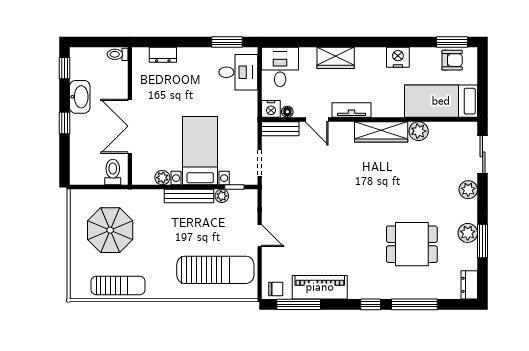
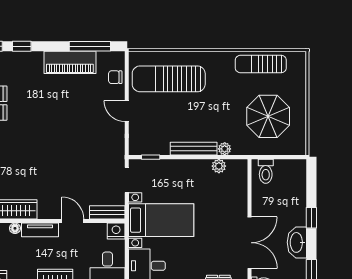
floor lamp: (287, 112) -> (15, 228), moved
double door: (130, 126) -> (250, 243), moved
bed with nightstands: (200, 151) -> (161, 220), moved, turned -90
plant: (222, 196) -> (225, 149), moved
chair: (276, 289) -> (115, 77), moved

